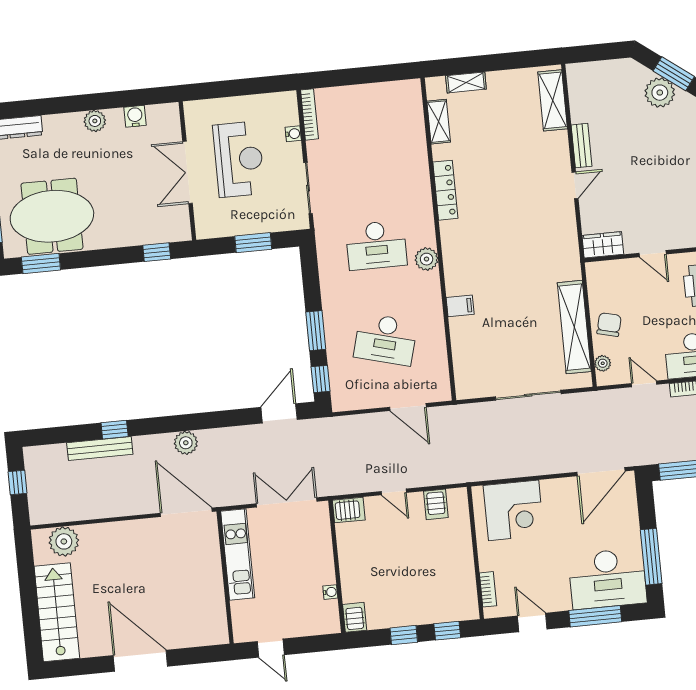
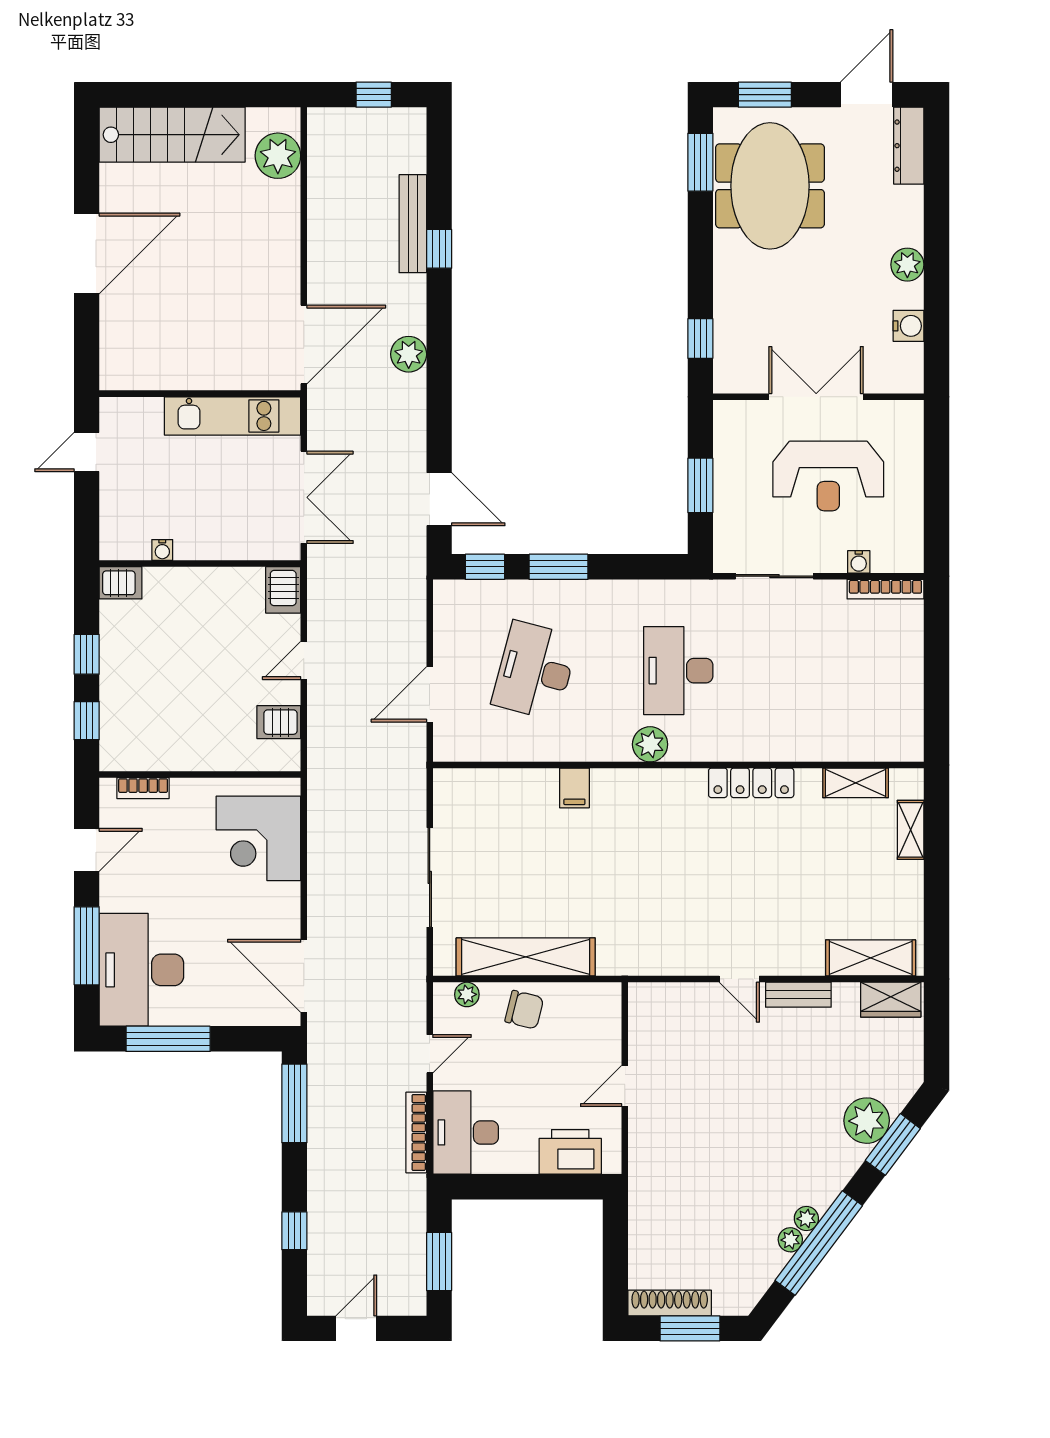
wardrobe: (603, 245) -> (891, 1000), moved, turned 90

